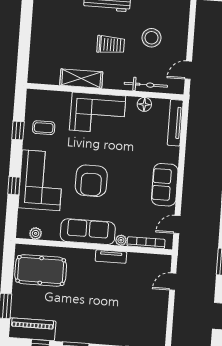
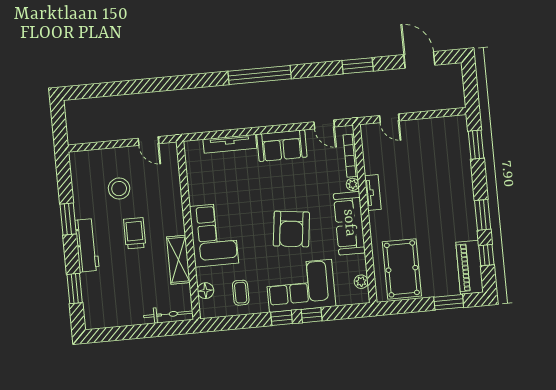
bicycle: (146, 85) -> (168, 314), moved, turned 90
floor lamp: (144, 104) -> (205, 291), moved
tv unit: (175, 123) -> (230, 144), moved
window: (18, 130) -> (282, 318), moved
armchair: (91, 181) -> (291, 229), turned 97

